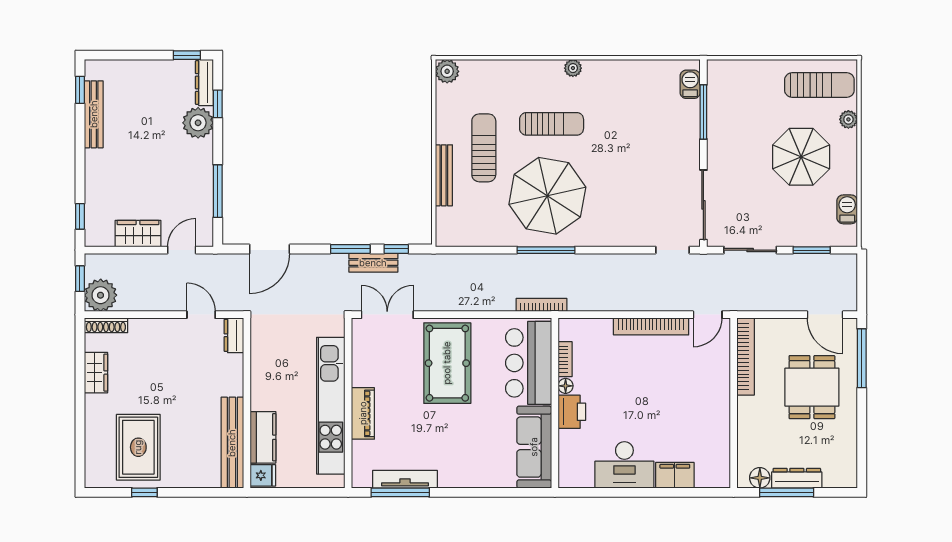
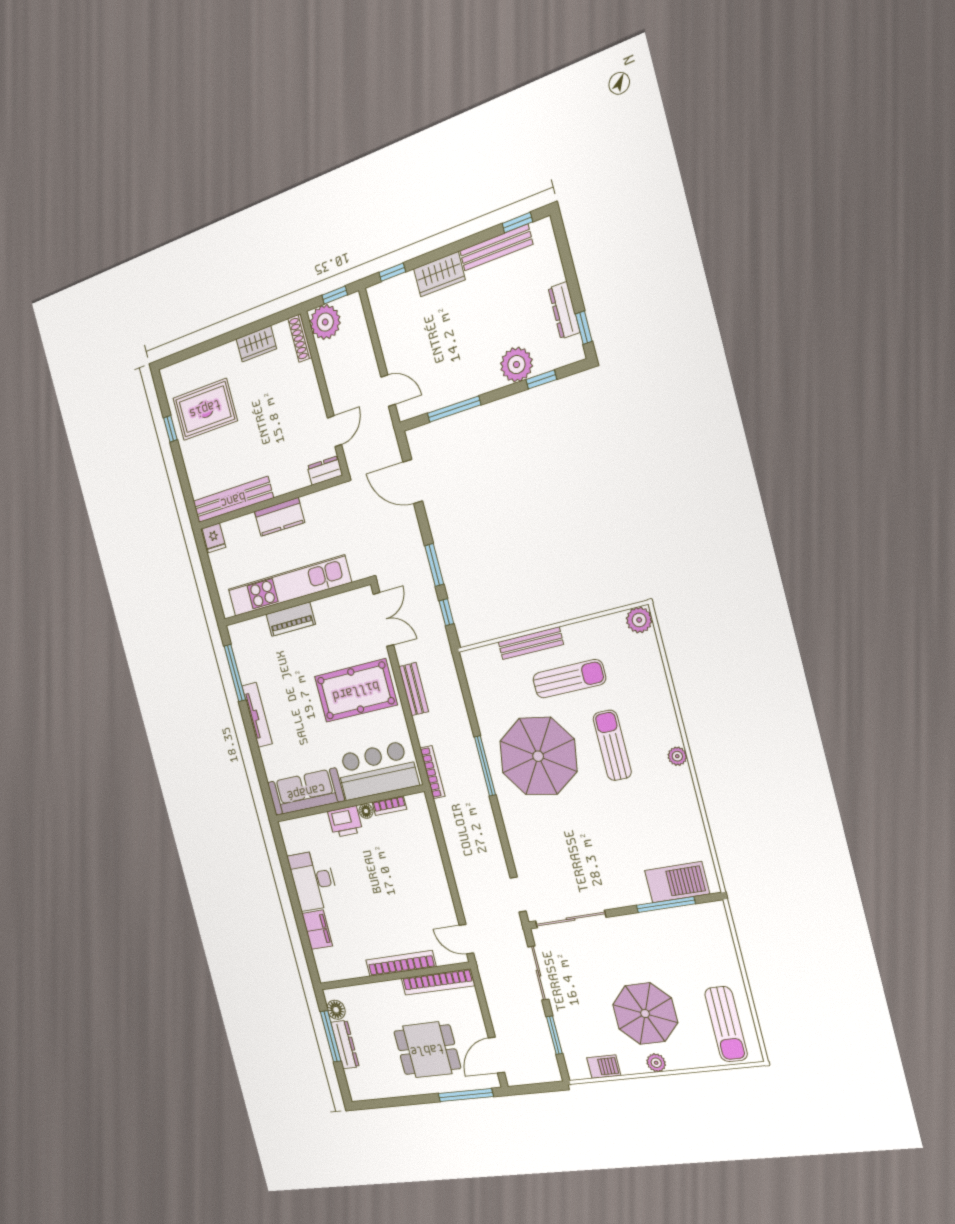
dresser: (204, 83) -> (564, 310), moved, turned -90
barbecue: (690, 84) -> (677, 882), width x1.88, depth x1.53
plant: (848, 119) -> (656, 1063), moved
sun lounger: (552, 124) -> (612, 745), turned 180
wardrobe: (138, 234) -> (439, 274), moved, turned 90
bench: (373, 263) -> (414, 689), moved
bookcase: (651, 326) -> (401, 963), moved, turned 90
kitchen counter: (263, 437) -> (279, 517), moved
tv unit: (405, 479) -> (257, 715), moved

